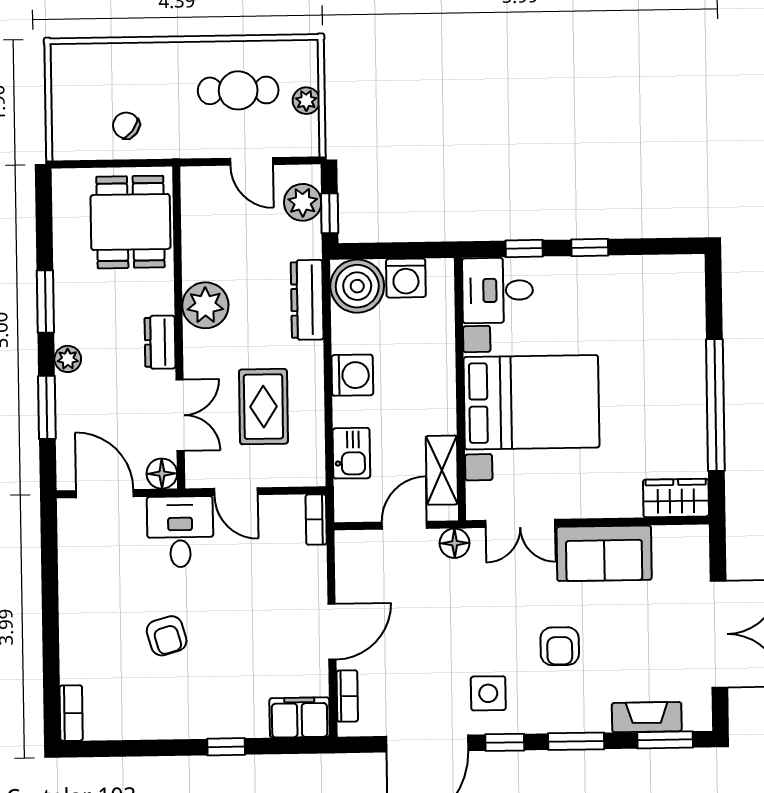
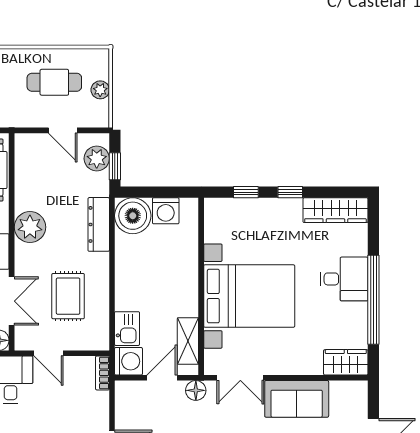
wardrobe: (657, 273) -> (335, 210), added
desk: (498, 290) -> (344, 279), moved, turned 180
washing machine: (352, 375) -> (128, 361), moved

